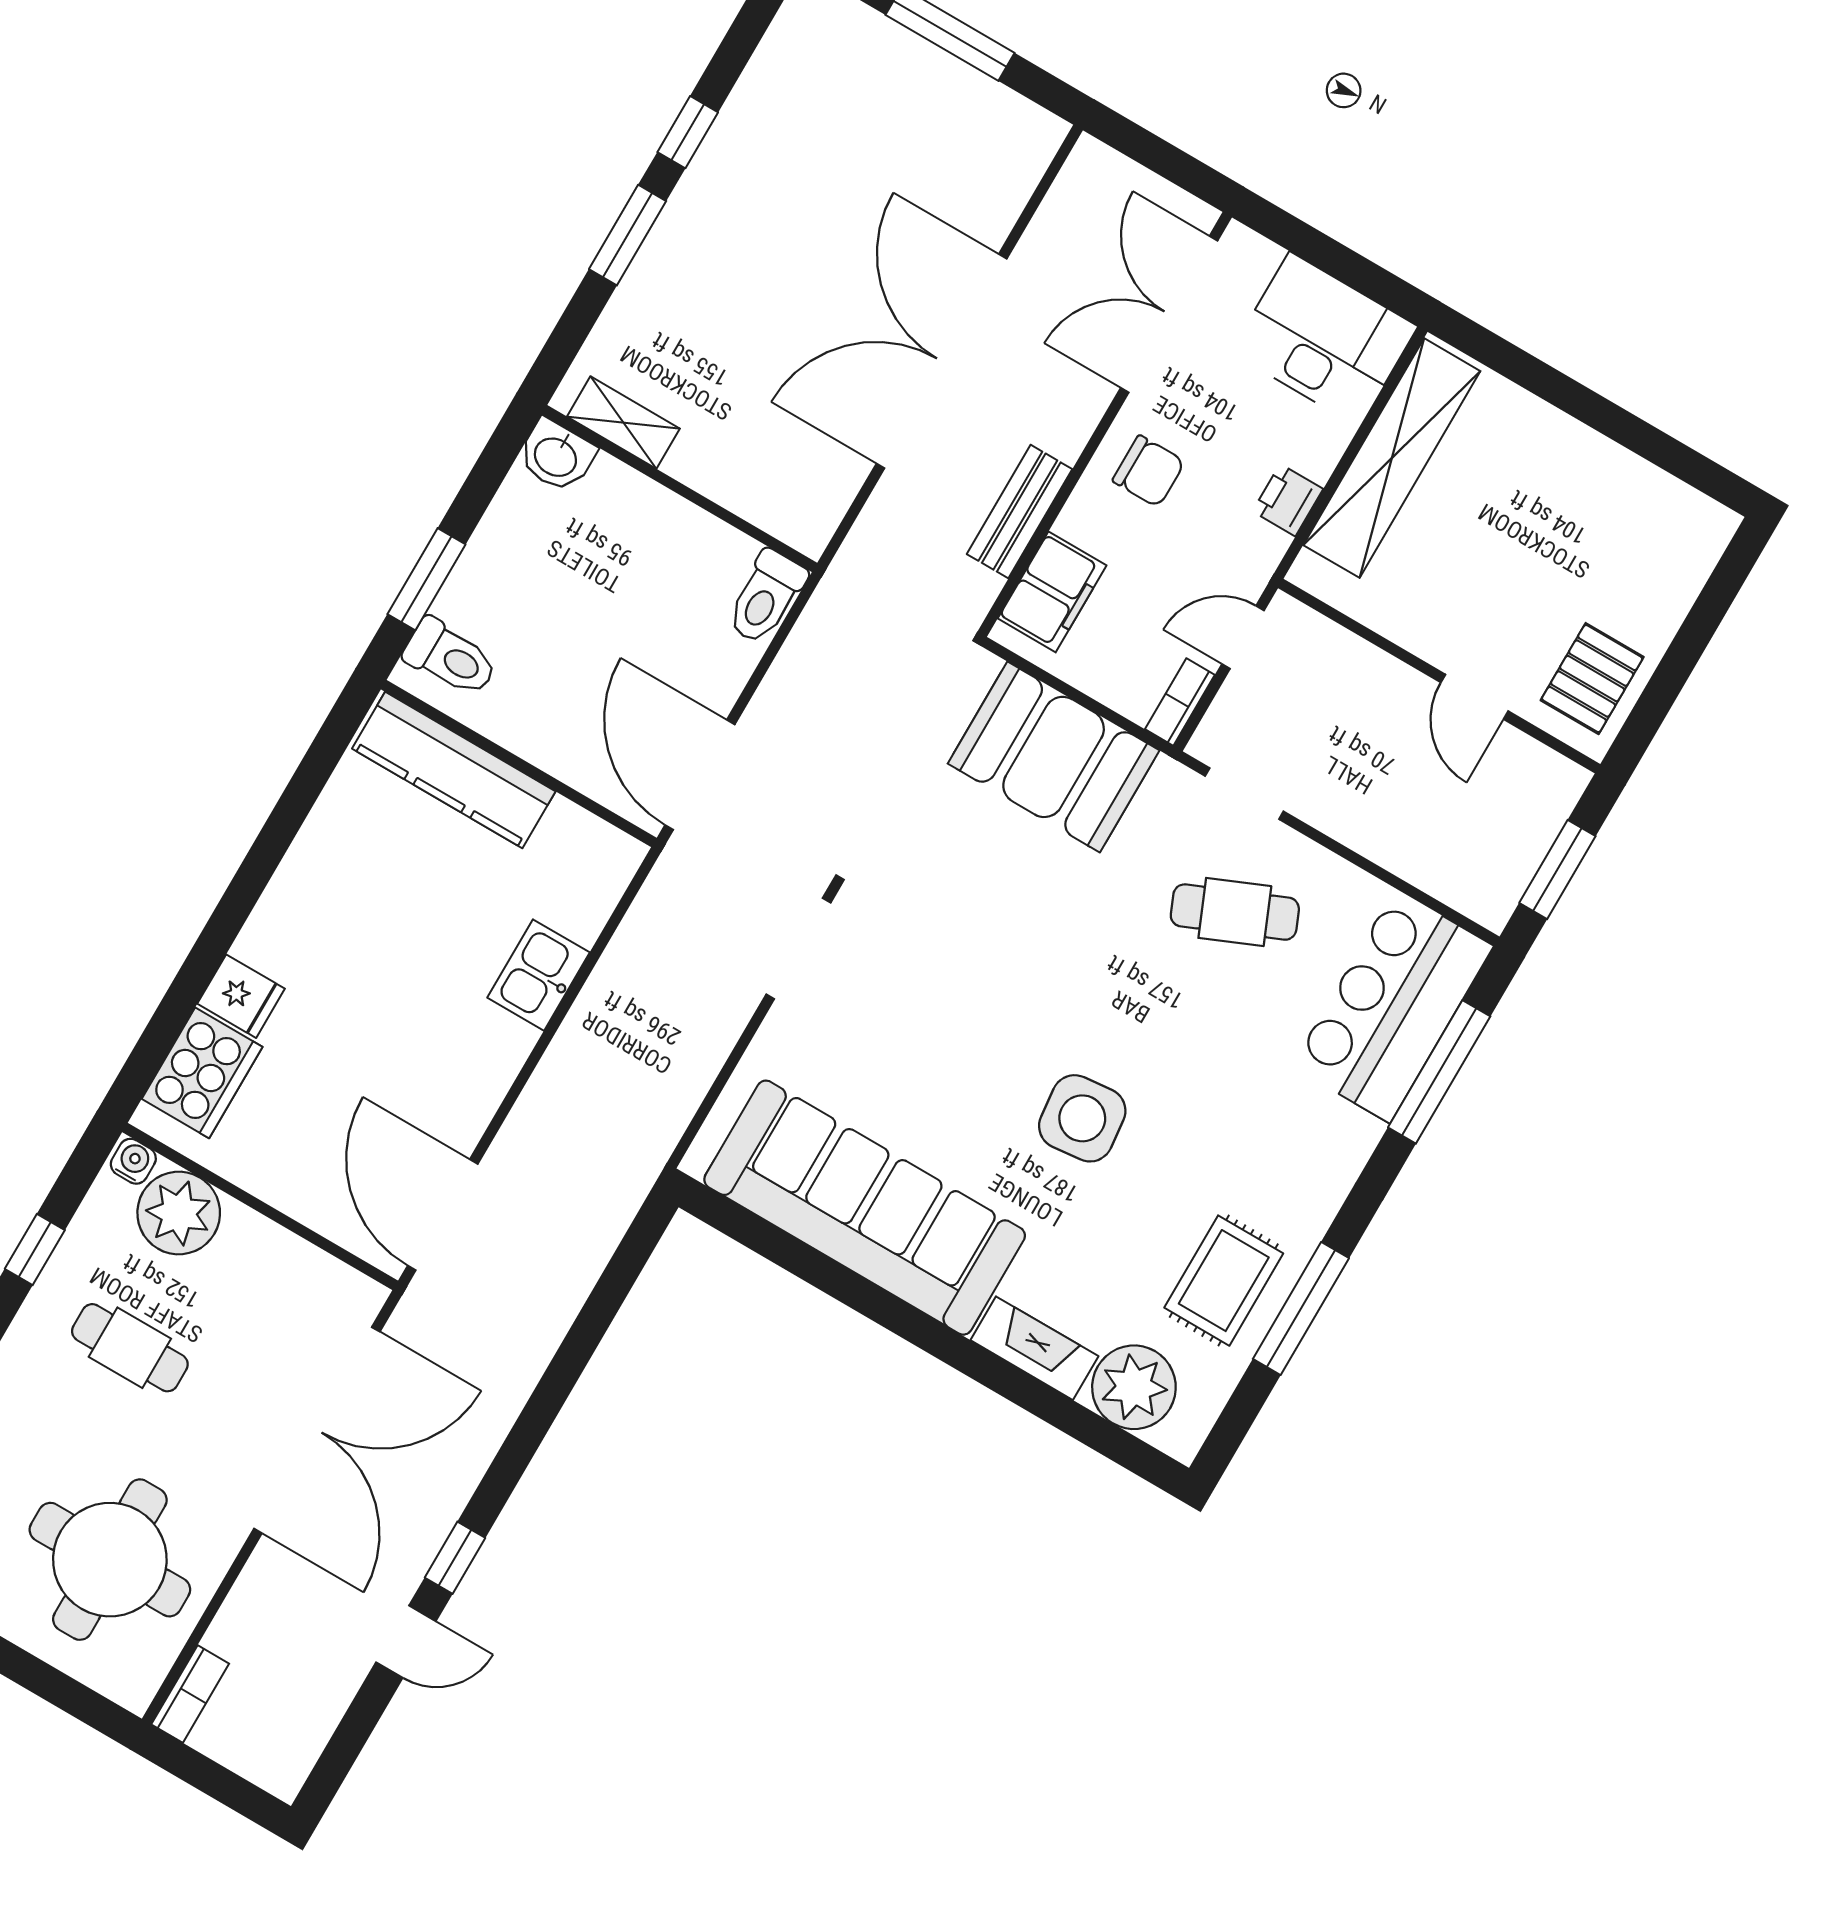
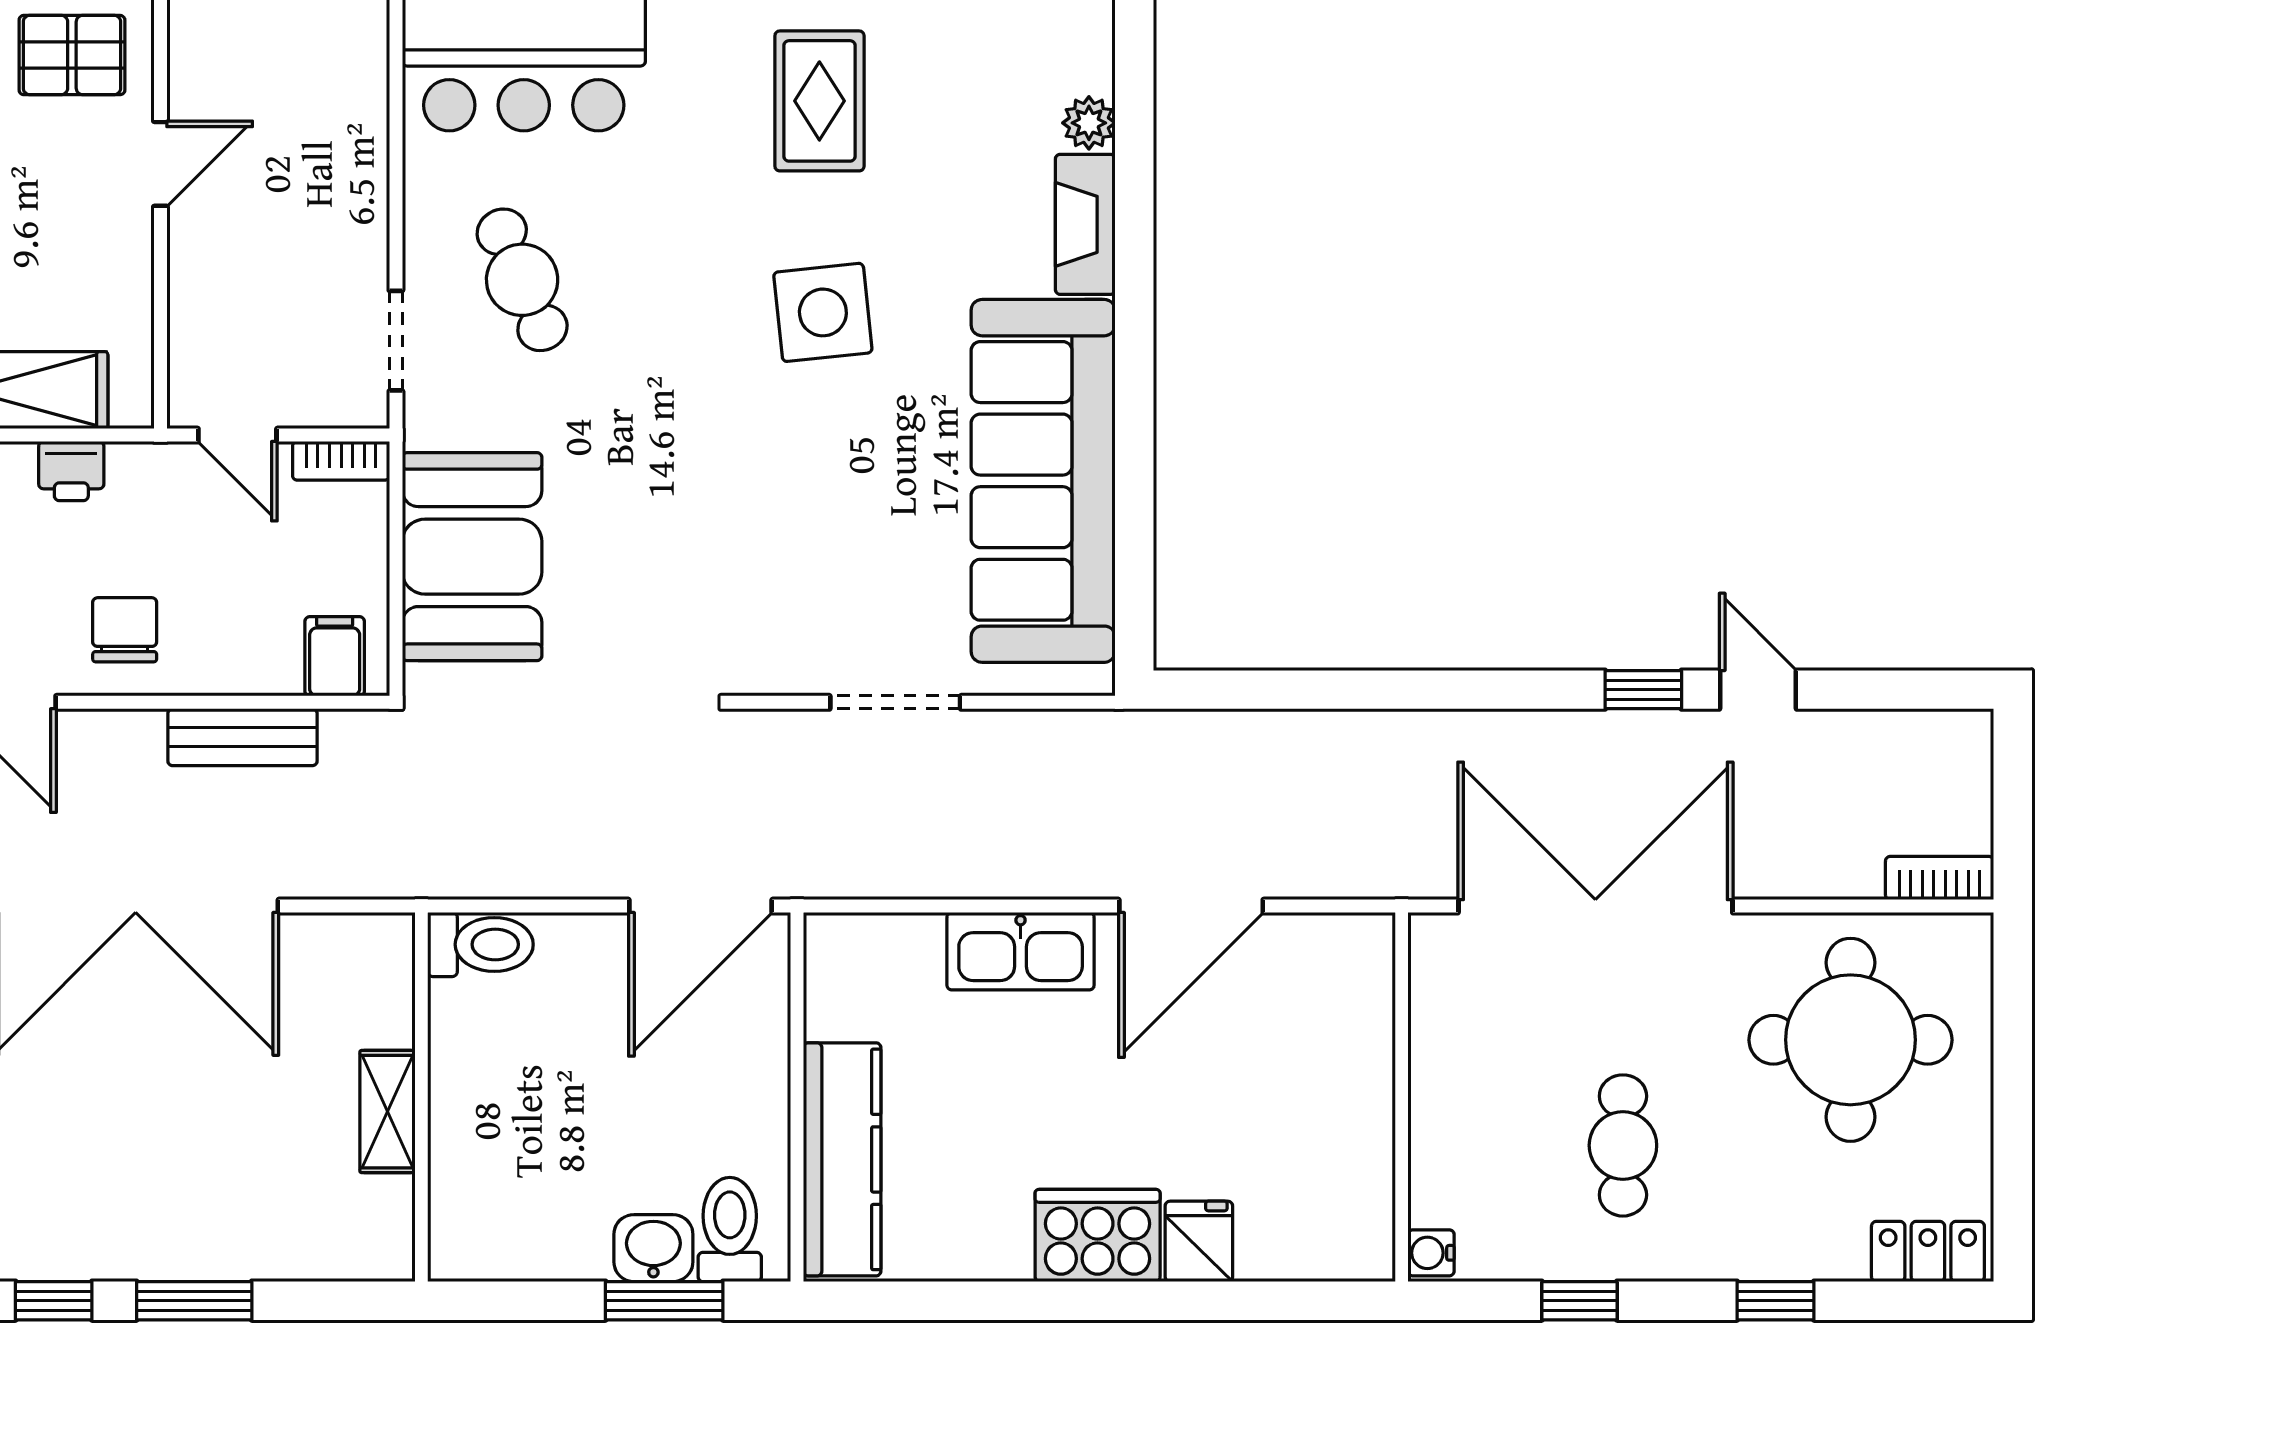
shelving: (623, 423) -> (388, 1112), moved
washbasin: (556, 456) -> (653, 1248), moved, turned -90
filing cabinet: (1052, 592) -> (335, 656), width x0.50
doorway: (798, 948) -> (895, 702), moved
kitchen sink: (539, 975) -> (1021, 951), width x1.38
cooker: (202, 1073) -> (1098, 1235), moved
plant: (179, 1213) -> (1457, 1176), removed
door: (443, 1215) -> (1191, 906), moved
rug: (1224, 1281) -> (819, 101), moved, turned 90
plant: (1134, 1387) -> (1089, 123), width x0.53, depth x0.53

